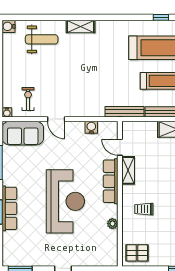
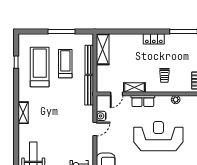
shelving: (81, 26) -> (23, 113), moved
door: (56, 119) -> (95, 129), moved
row of seats: (111, 181) -> (143, 101), width x0.68

